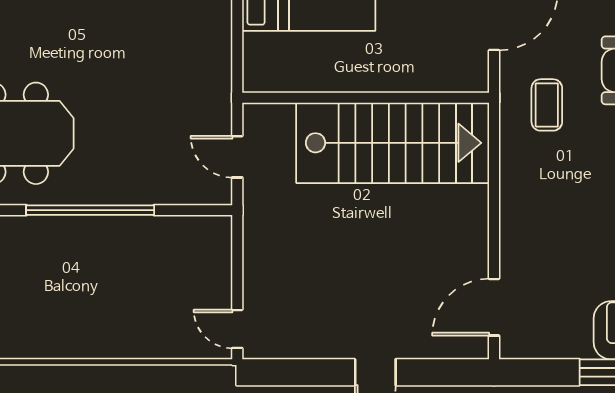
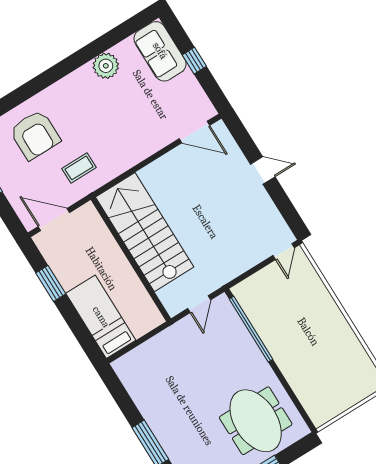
window: (90, 210) -> (251, 329), moved

